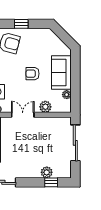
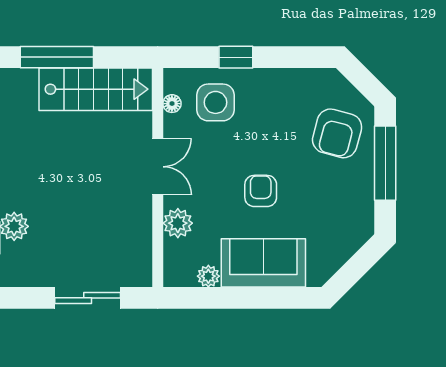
window: (21, 24) -> (385, 163), width x2.17
sliding door: (75, 143) -> (88, 298), width x0.73

